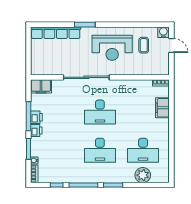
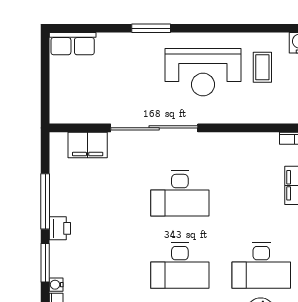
row of seats: (56, 33) -> (73, 44), width x0.50
filing cabinet: (41, 86) -> (88, 145), moved
printer: (36, 117) -> (60, 203), removed

